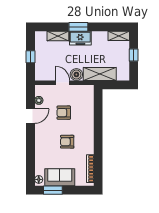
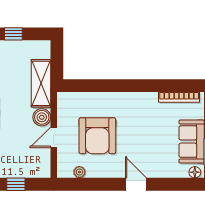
armchair: (64, 113) -> (97, 136), width x1.88, depth x1.88
door: (30, 116) -> (136, 184), moved
armchair: (67, 142) -> (140, 131), removed

